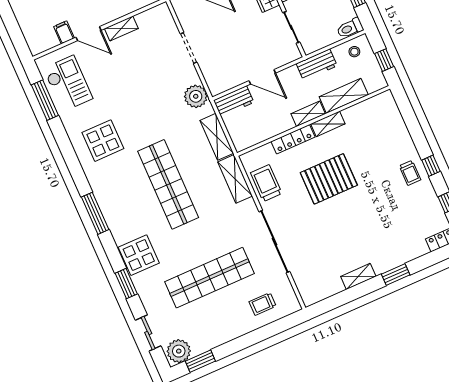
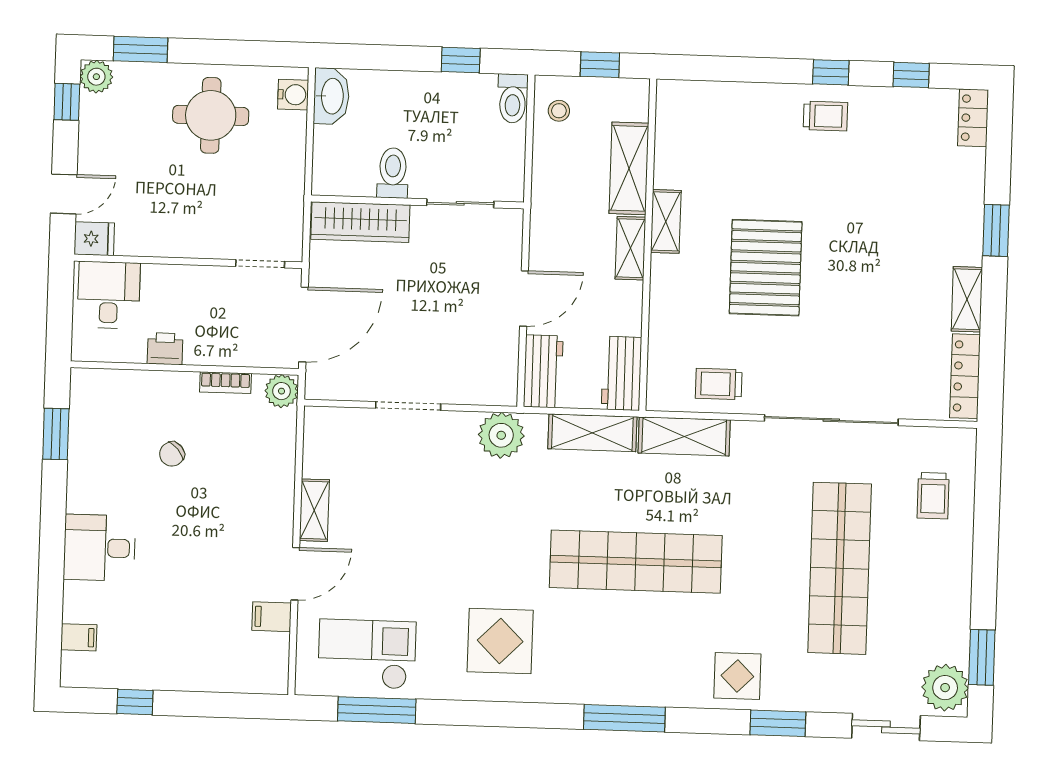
workbench: (317, 65) -> (621, 373), moved, turned 180
locker: (293, 139) -> (965, 376), moved, turned 180
trolley: (266, 183) -> (719, 384), width x0.73, depth x0.72
display table: (139, 255) -> (737, 676), width x0.73, depth x0.73

